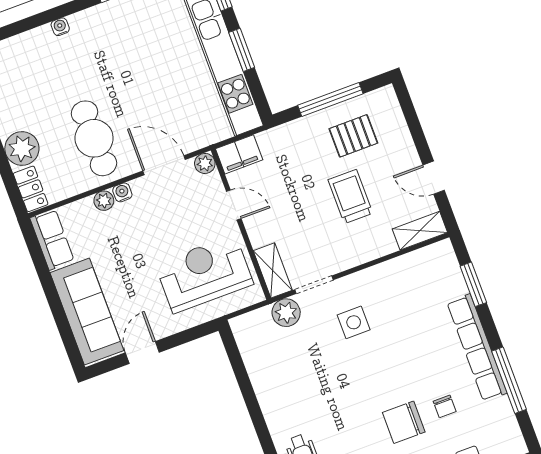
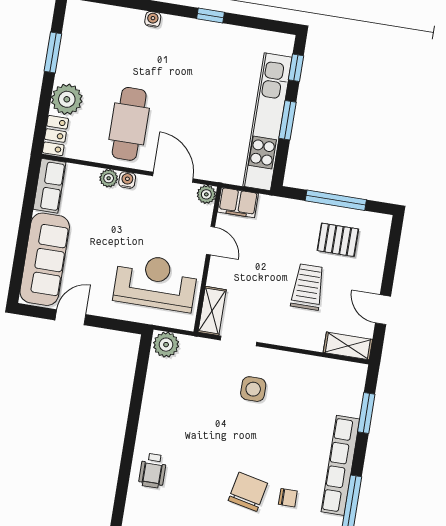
plant: (286, 313) -> (166, 345), moved
chair: (445, 406) -> (288, 498), turned -90
chair: (404, 422) -> (248, 492), turned 102

